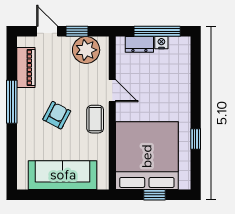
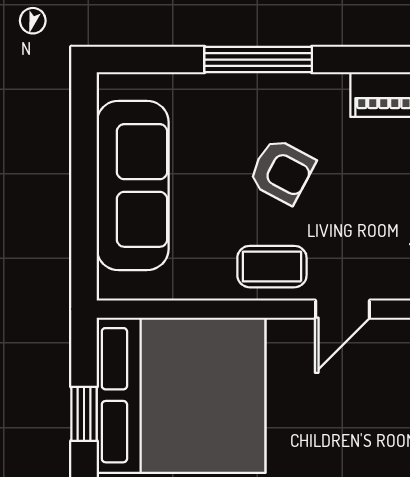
window: (12, 102) -> (258, 60), moved

